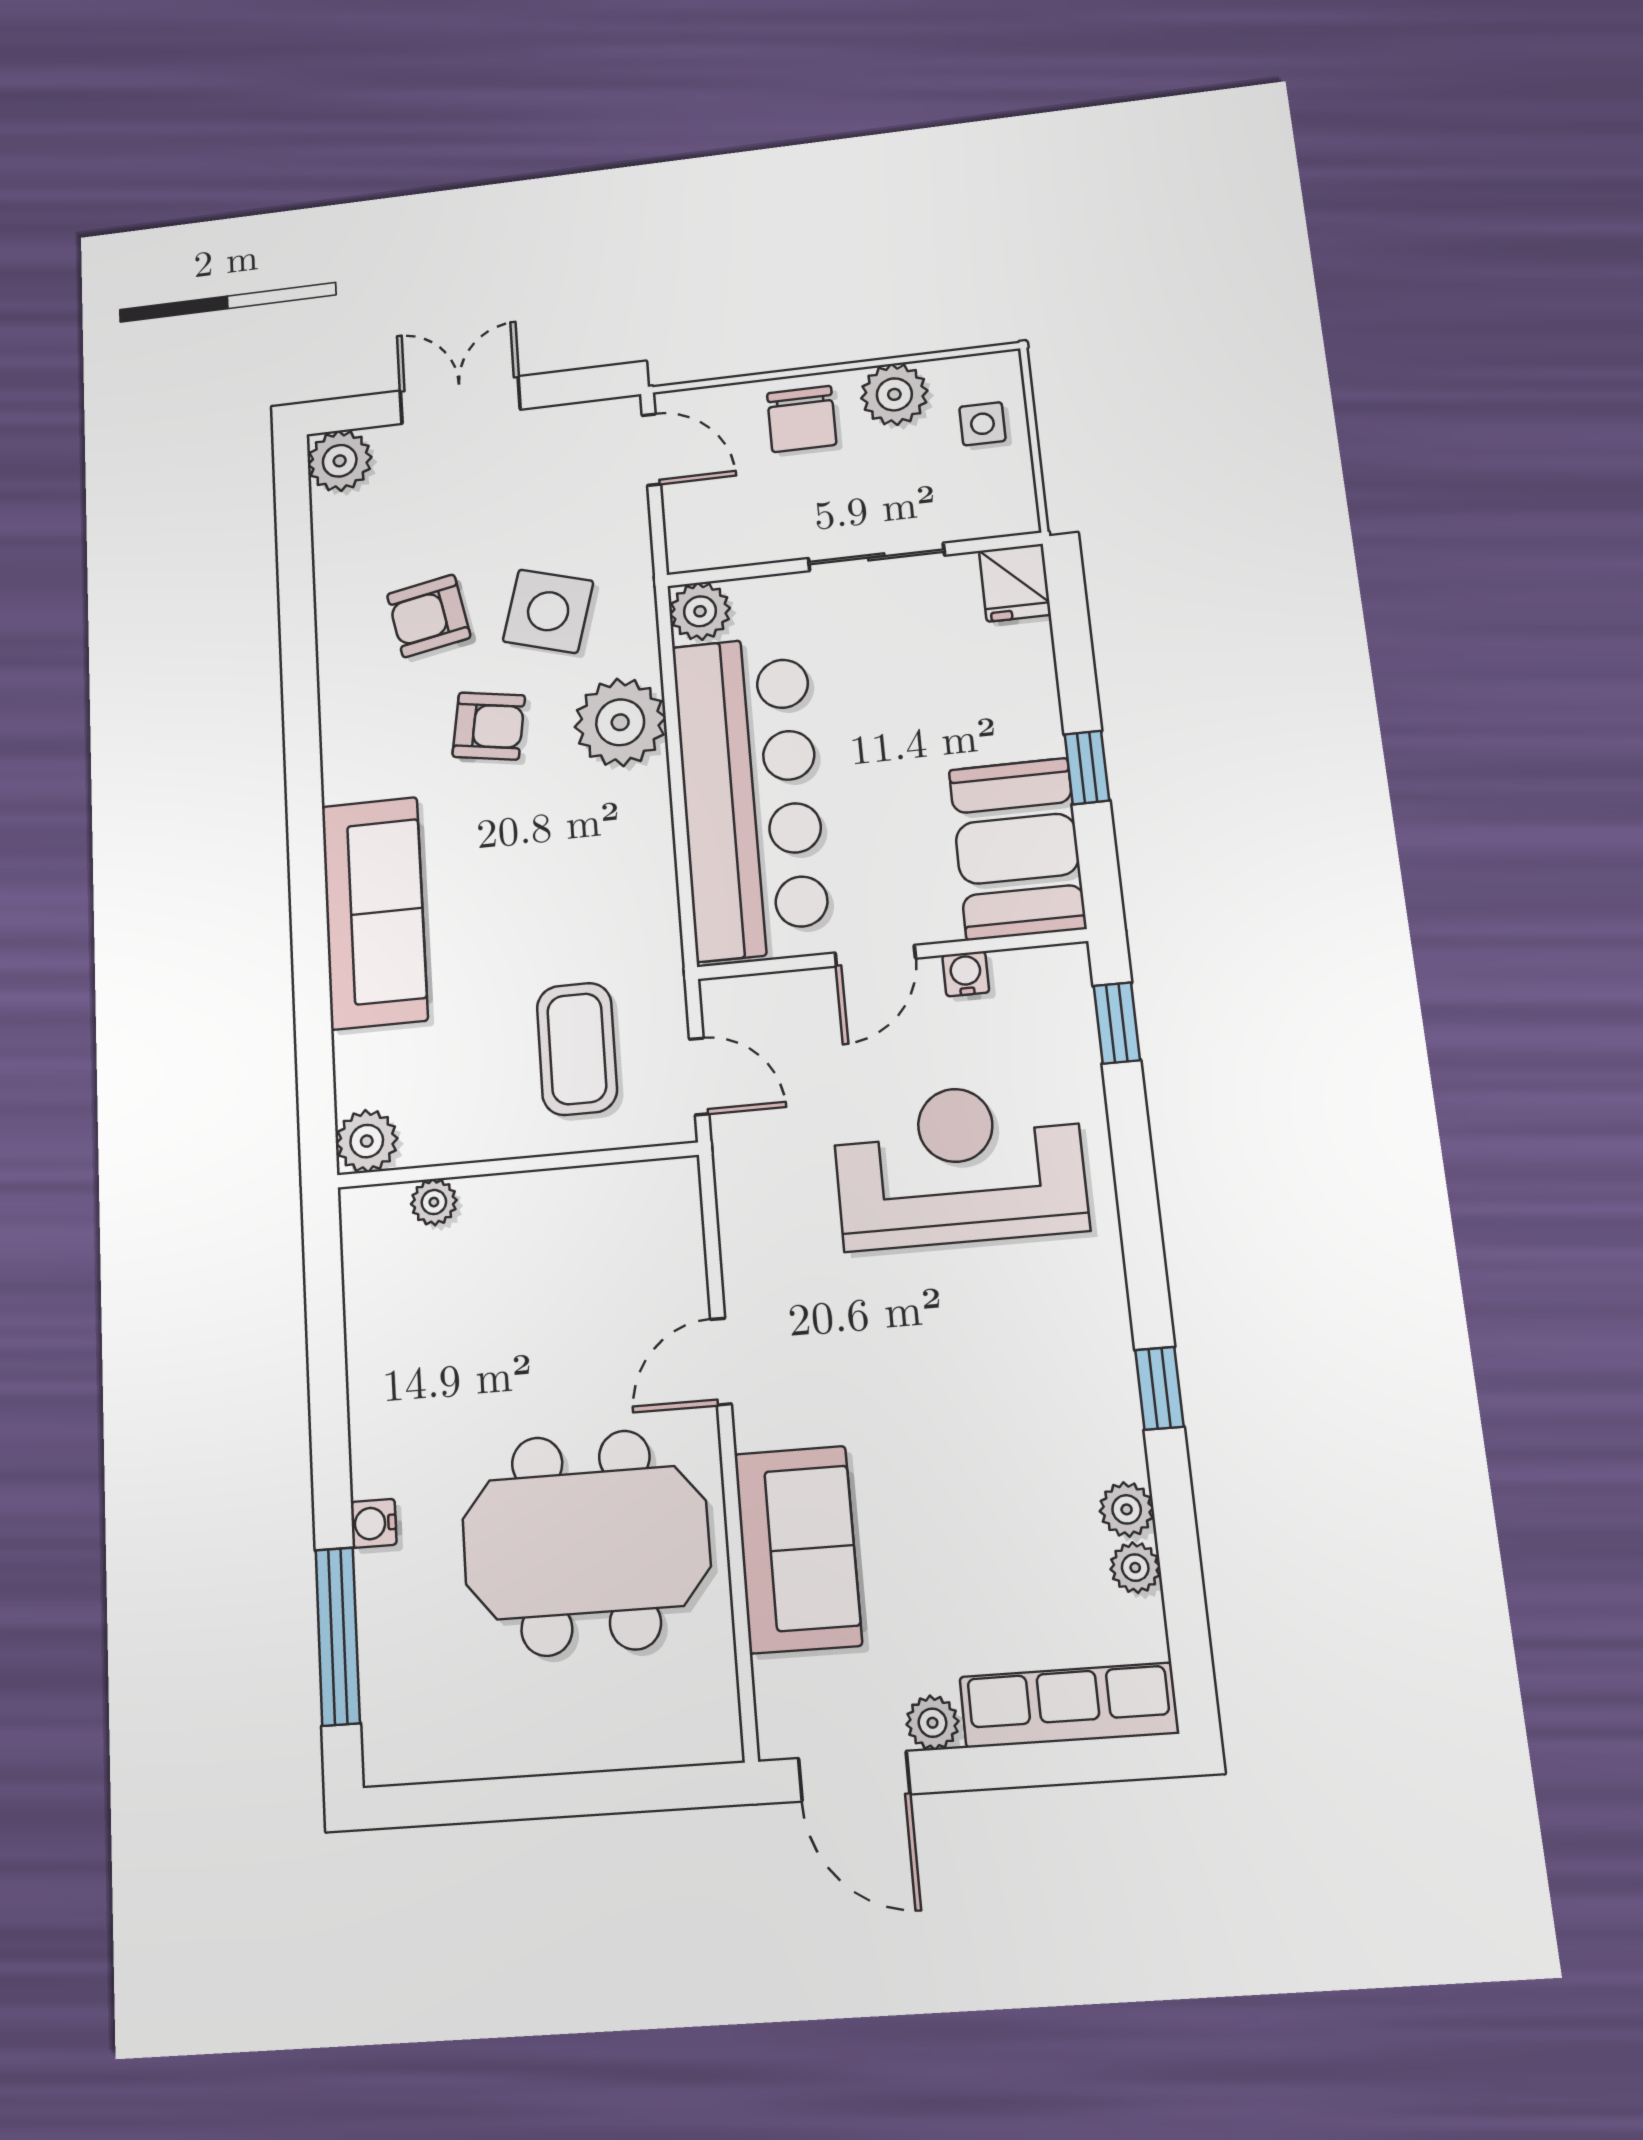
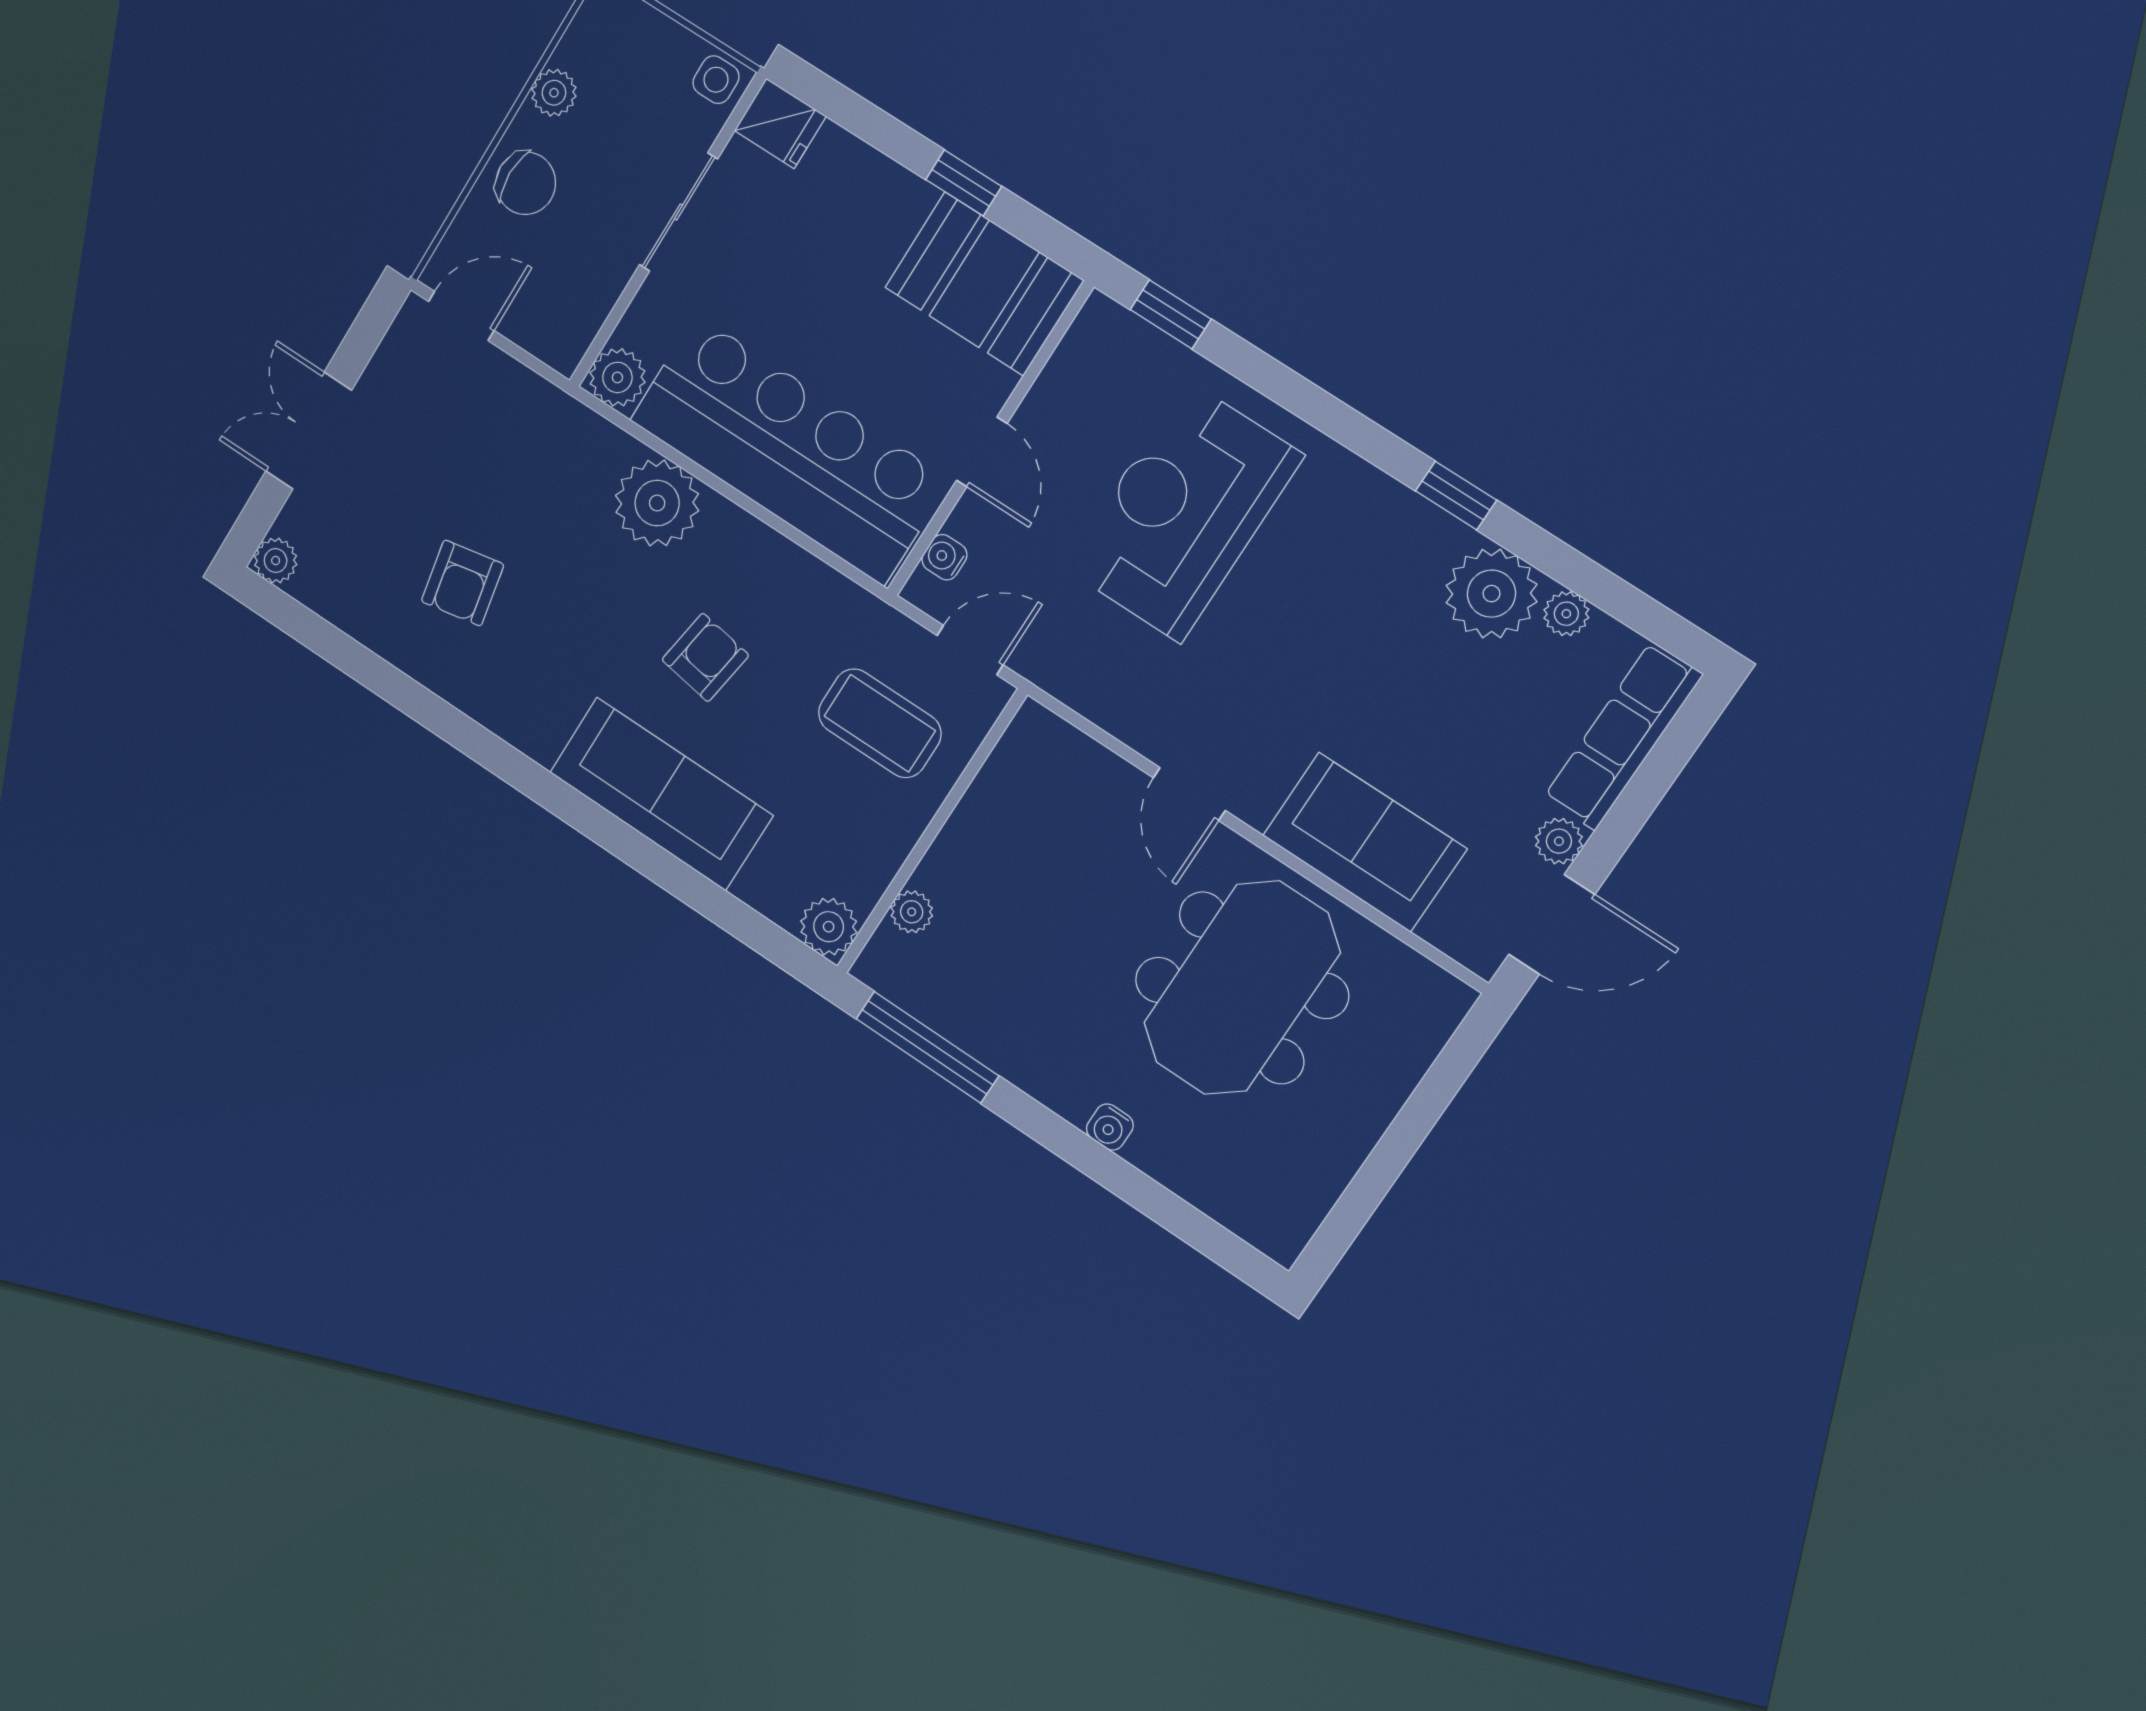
plant: (894, 394) -> (554, 93), width x0.73, depth x0.73
side table: (982, 424) -> (716, 80), moved
plant: (340, 461) -> (276, 561), width x0.73, depth x0.73
side table: (548, 611) -> (529, 491), removed
armchair: (489, 726) -> (705, 657), moved
water cooler: (966, 974) -> (944, 557), moved
plant: (1127, 1509) -> (1491, 594), width x1.87, depth x1.87
window: (338, 1636) -> (927, 1047), moved

